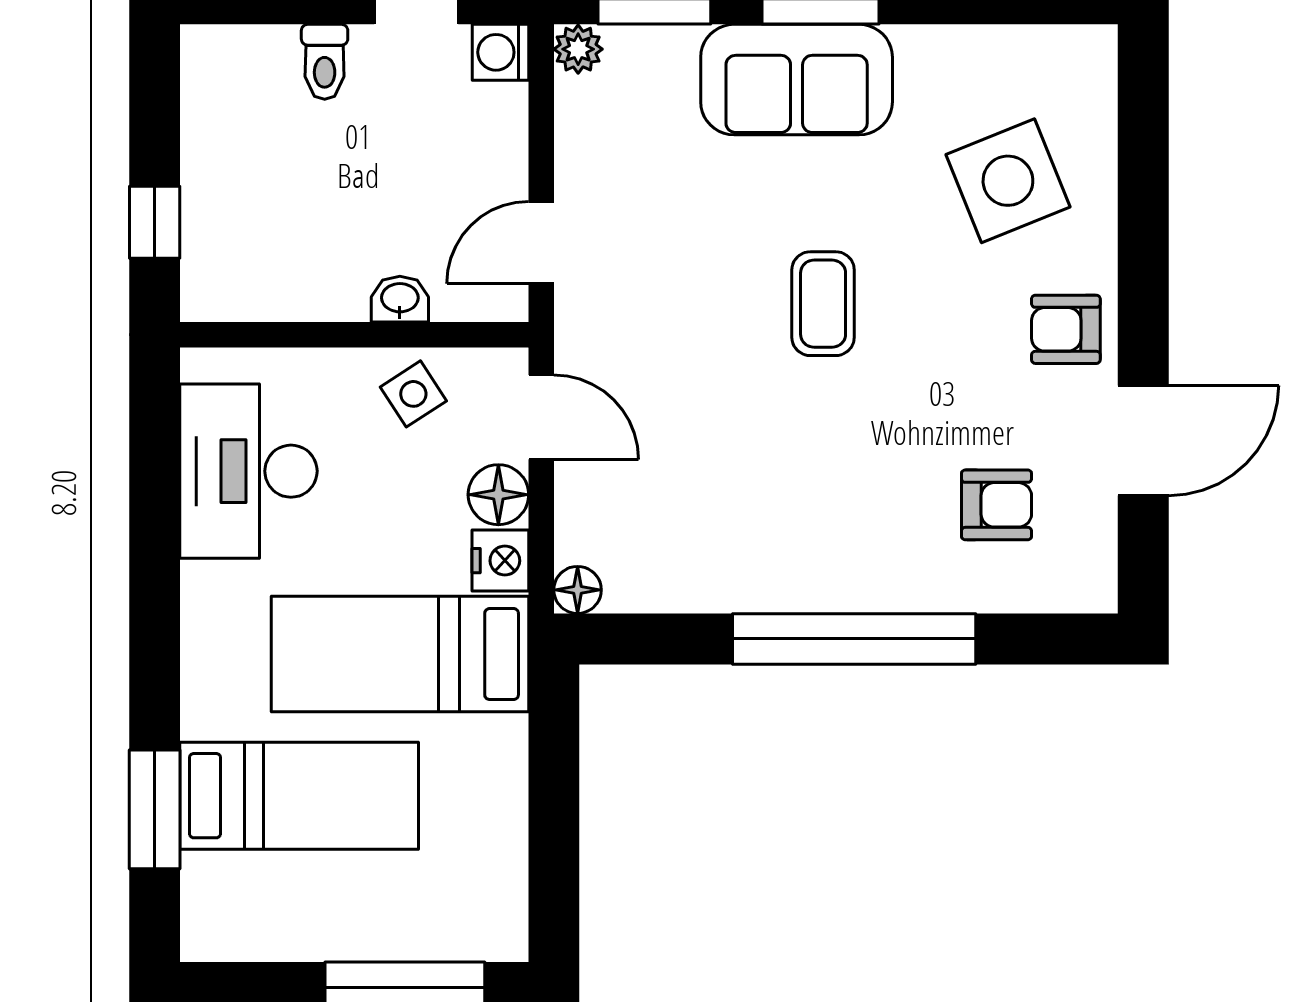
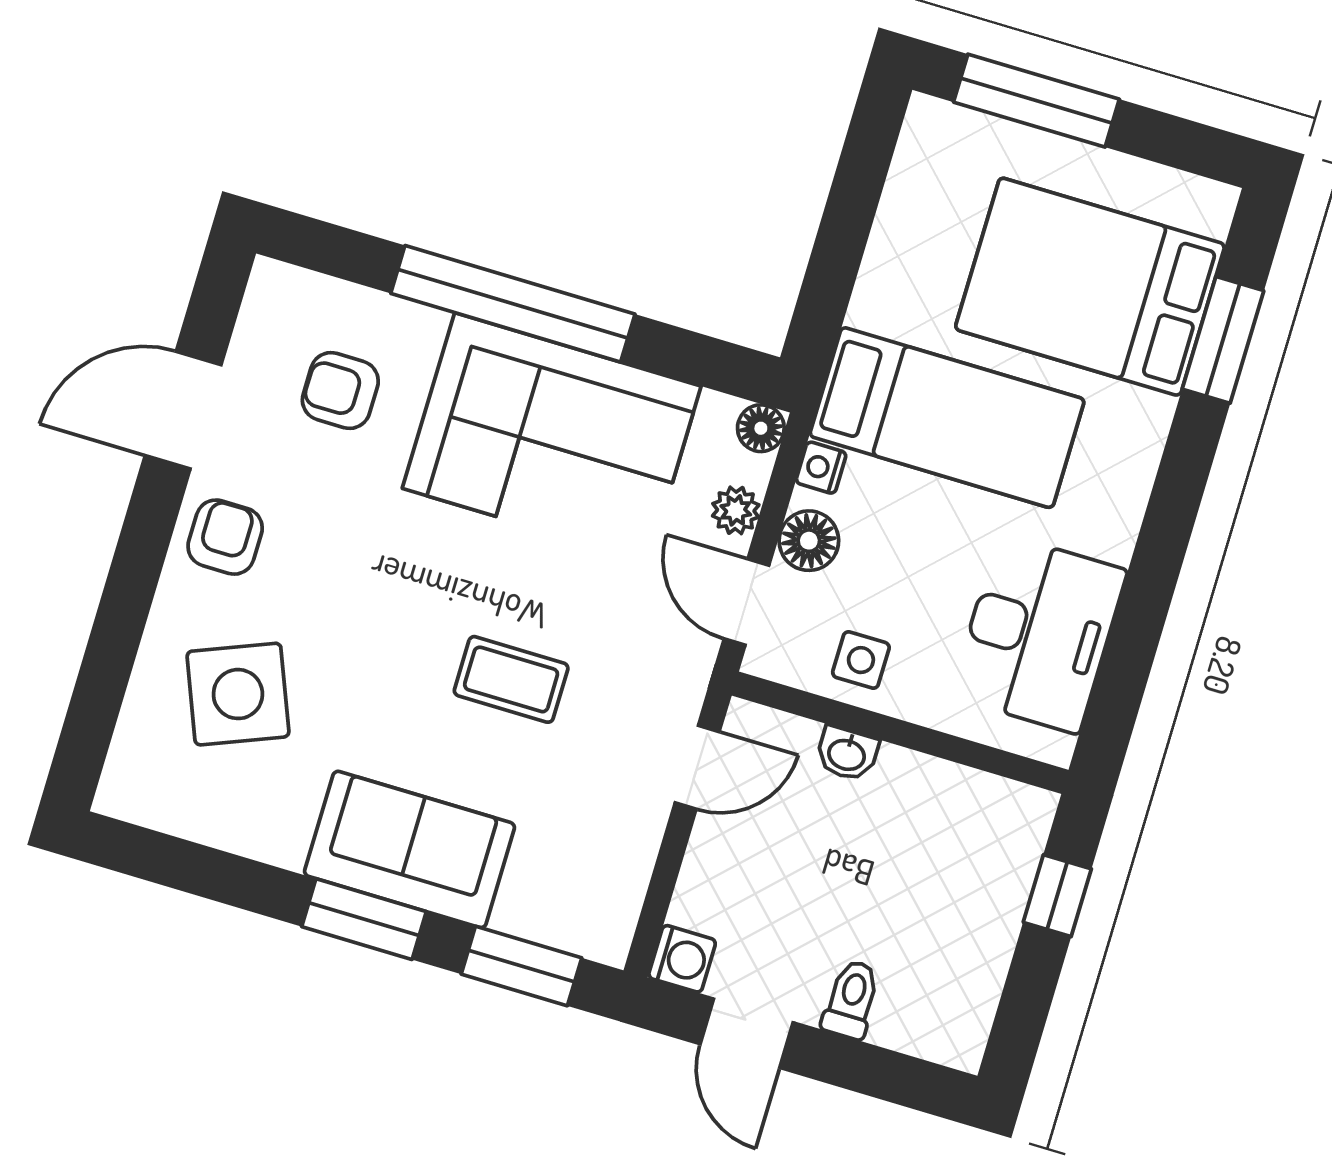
plant: (578, 49) -> (736, 510), moved
coffee table: (823, 304) -> (511, 679), moved, turned 90
armchair: (1066, 329) -> (225, 537), turned -90
side table: (413, 394) -> (861, 660), turned 33
corner sofa: (778, 521) -> (552, 437), added
nightstand: (500, 561) -> (821, 468), width x0.72, depth x0.74
bed: (299, 796) -> (1090, 287), width x1.50

